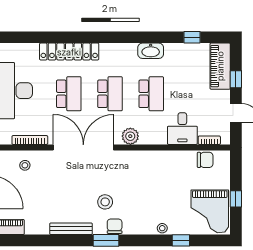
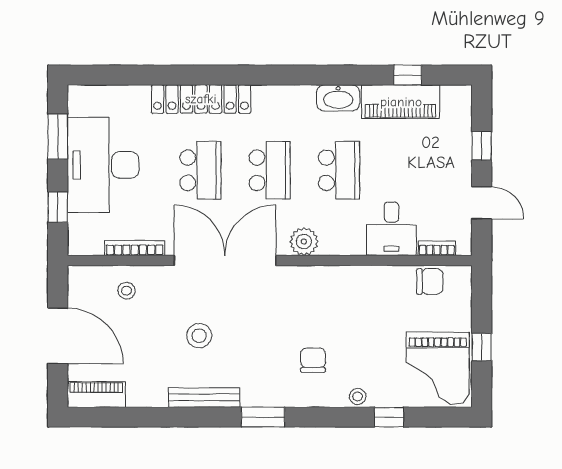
piano: (220, 66) -> (401, 102), moved, turned -90
stool: (105, 202) -> (199, 336), moved
chair: (115, 226) -> (313, 360), moved

